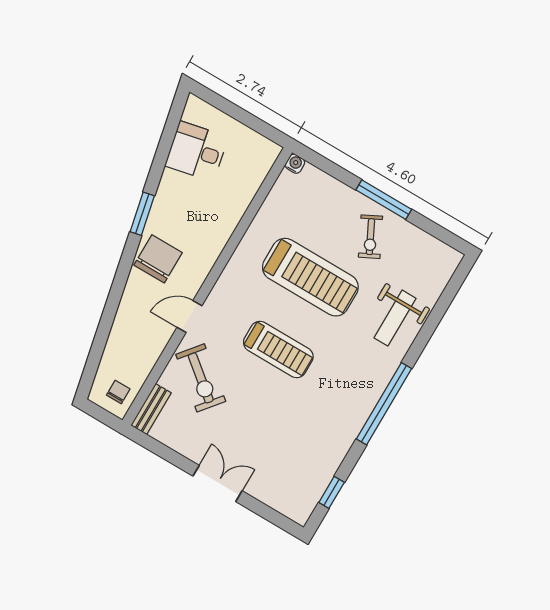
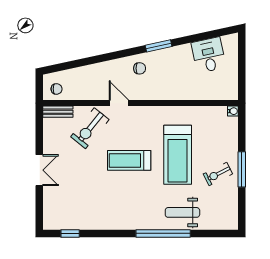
chair: (158, 259) -> (140, 68), width x0.54, depth x0.54
treadmill: (278, 350) -> (129, 160), turned 90
window: (384, 404) -> (163, 233), moved

